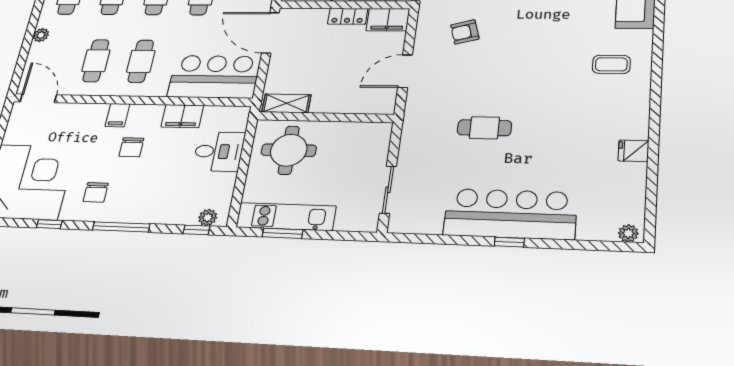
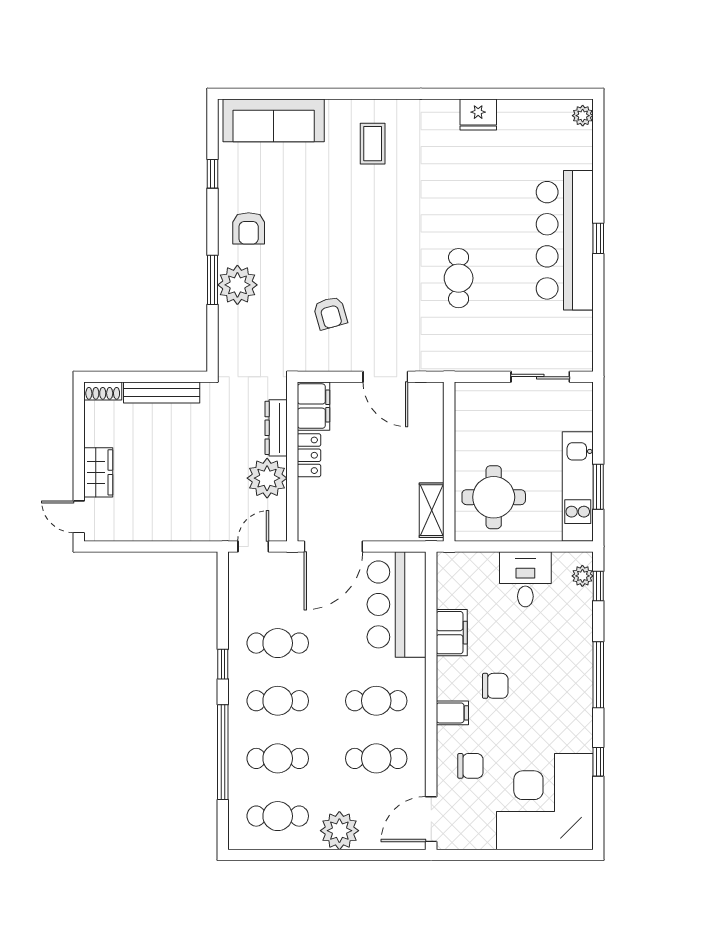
plant: (41, 35) -> (339, 831), width x1.87, depth x1.87
desk: (219, 151) -> (525, 579), moved
fridge: (633, 151) -> (478, 115), width x1.38
chair: (96, 192) -> (470, 766), moved

